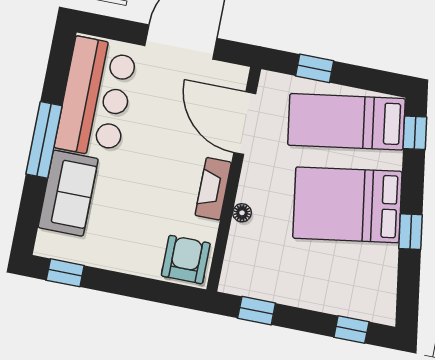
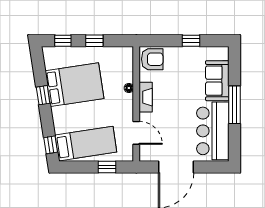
door: (245, 123) -> (136, 133), width x0.73
bed: (347, 205) -> (74, 85), moved
armchair: (186, 260) -> (152, 59), turned -90
window: (65, 273) -> (191, 41), moved
window: (257, 311) -> (94, 41), moved

